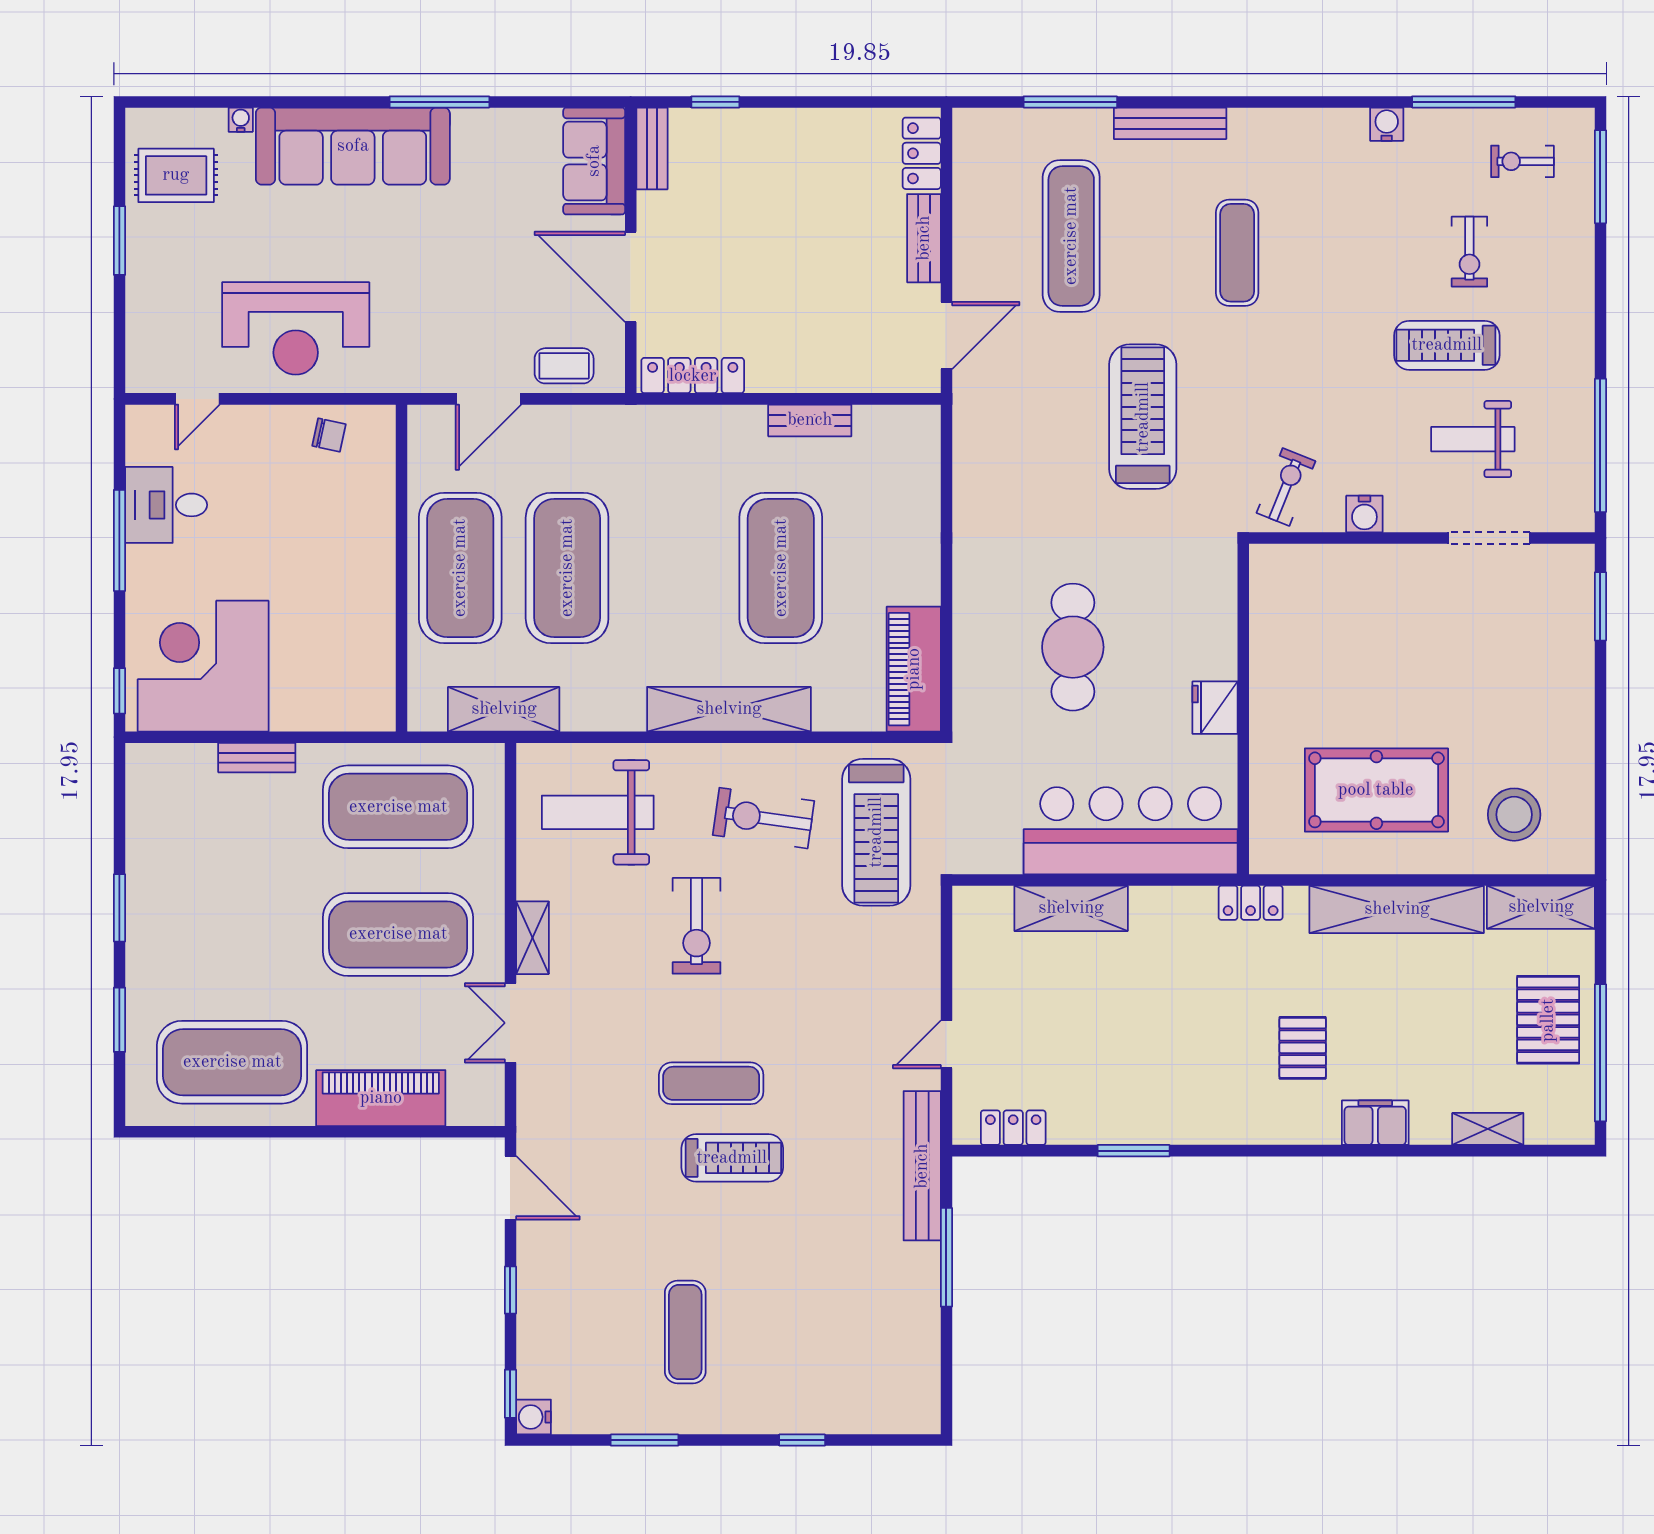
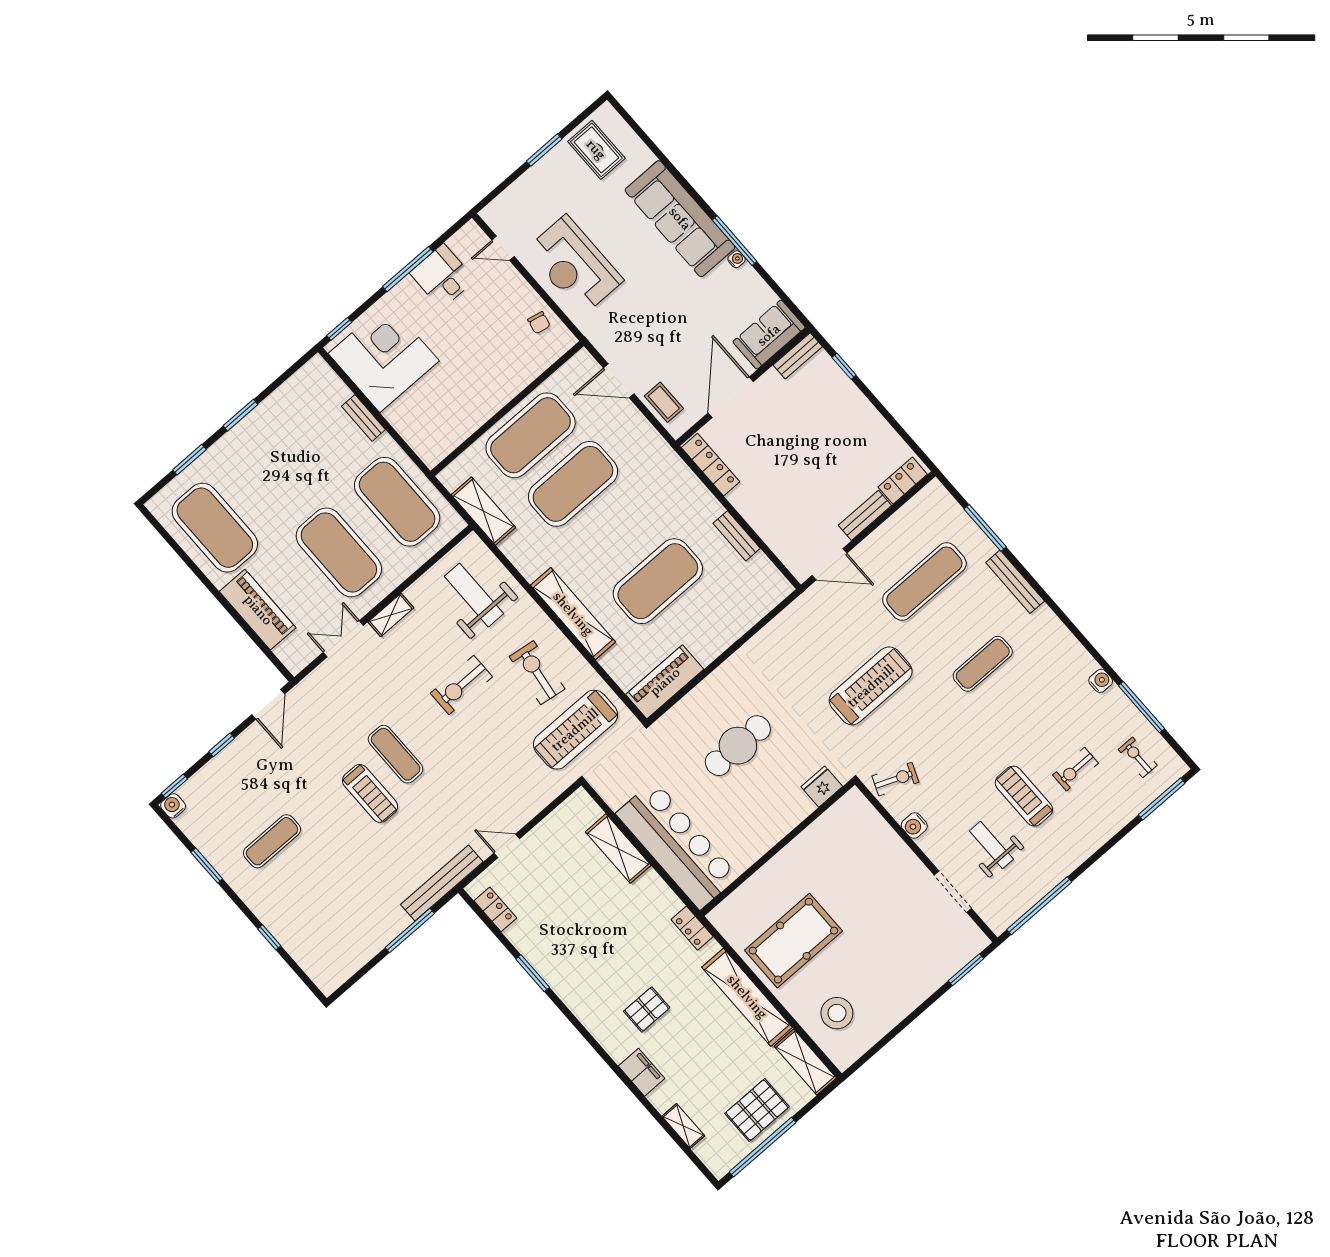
water cooler: (241, 120) -> (737, 259), moved
fridge: (1215, 708) -> (822, 787), moved
pool table: (1376, 790) -> (793, 941), turned 90

